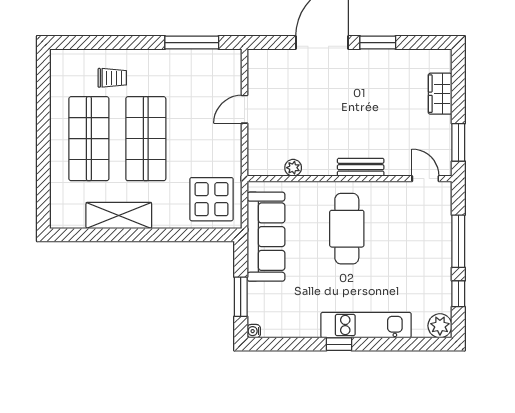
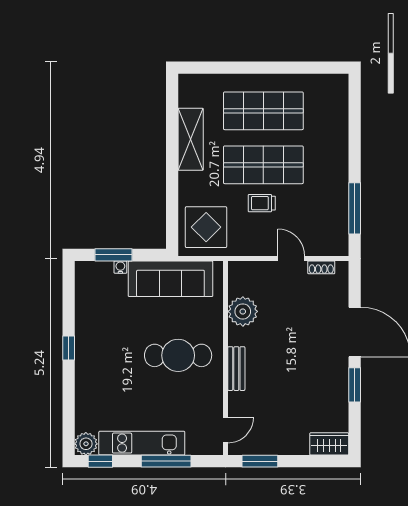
trolley: (112, 78) -> (262, 203), moved, turned 90
shoe rack: (254, 78) -> (321, 267), added
wardrobe: (440, 94) -> (329, 444), moved
plant: (293, 168) -> (243, 311), width x1.88, depth x1.88
window: (458, 294) -> (100, 461), moved
kitchen unit: (366, 325) -> (142, 443), moved, turned -90
water cooler: (254, 331) -> (120, 267), moved

